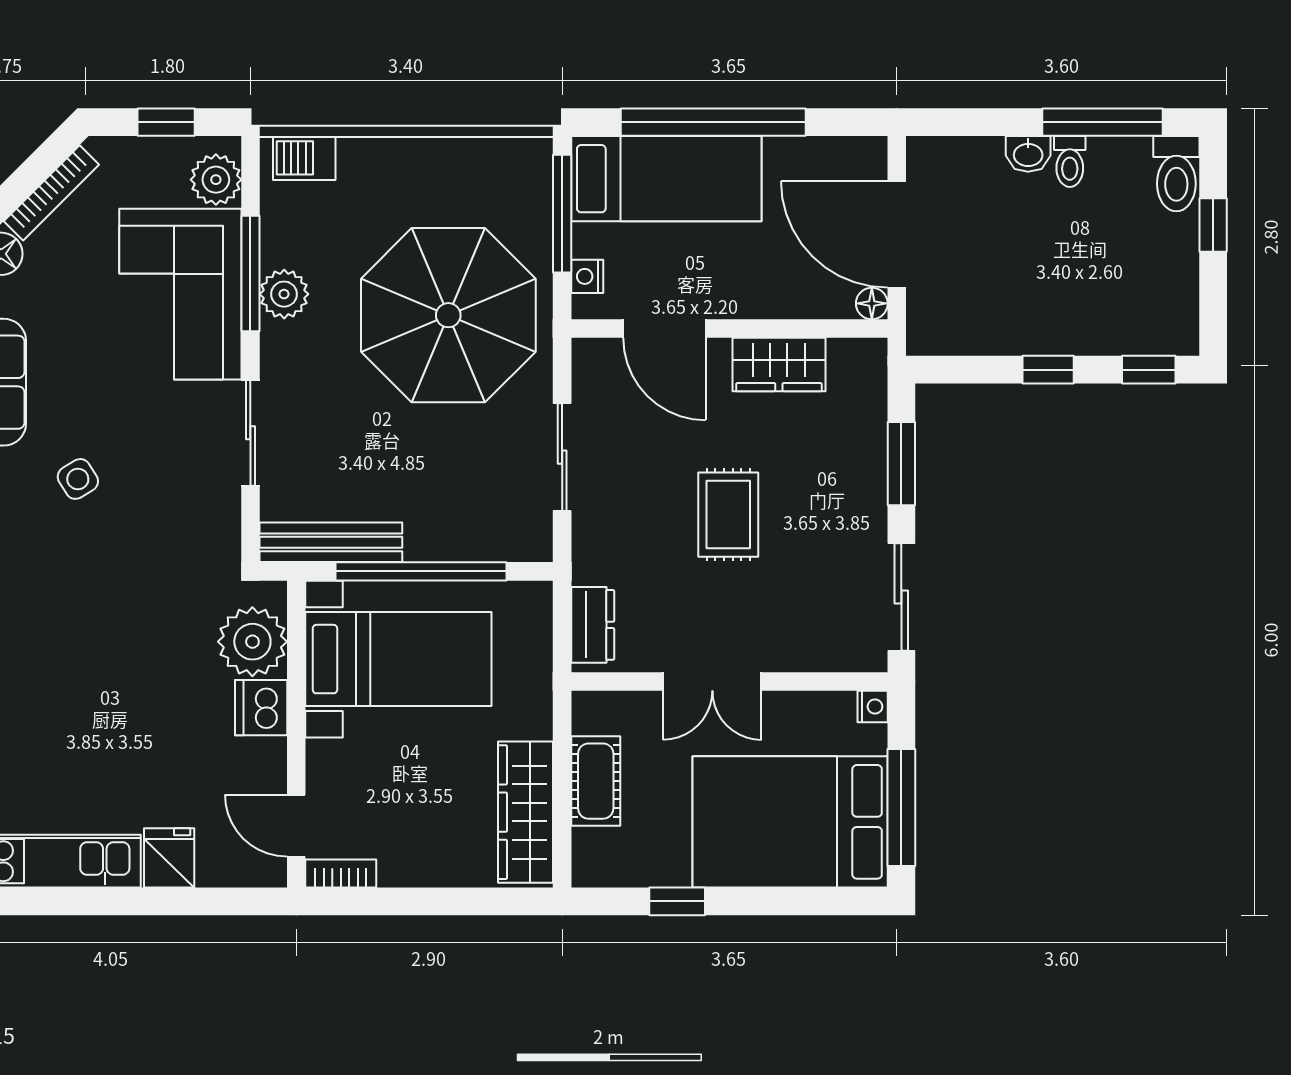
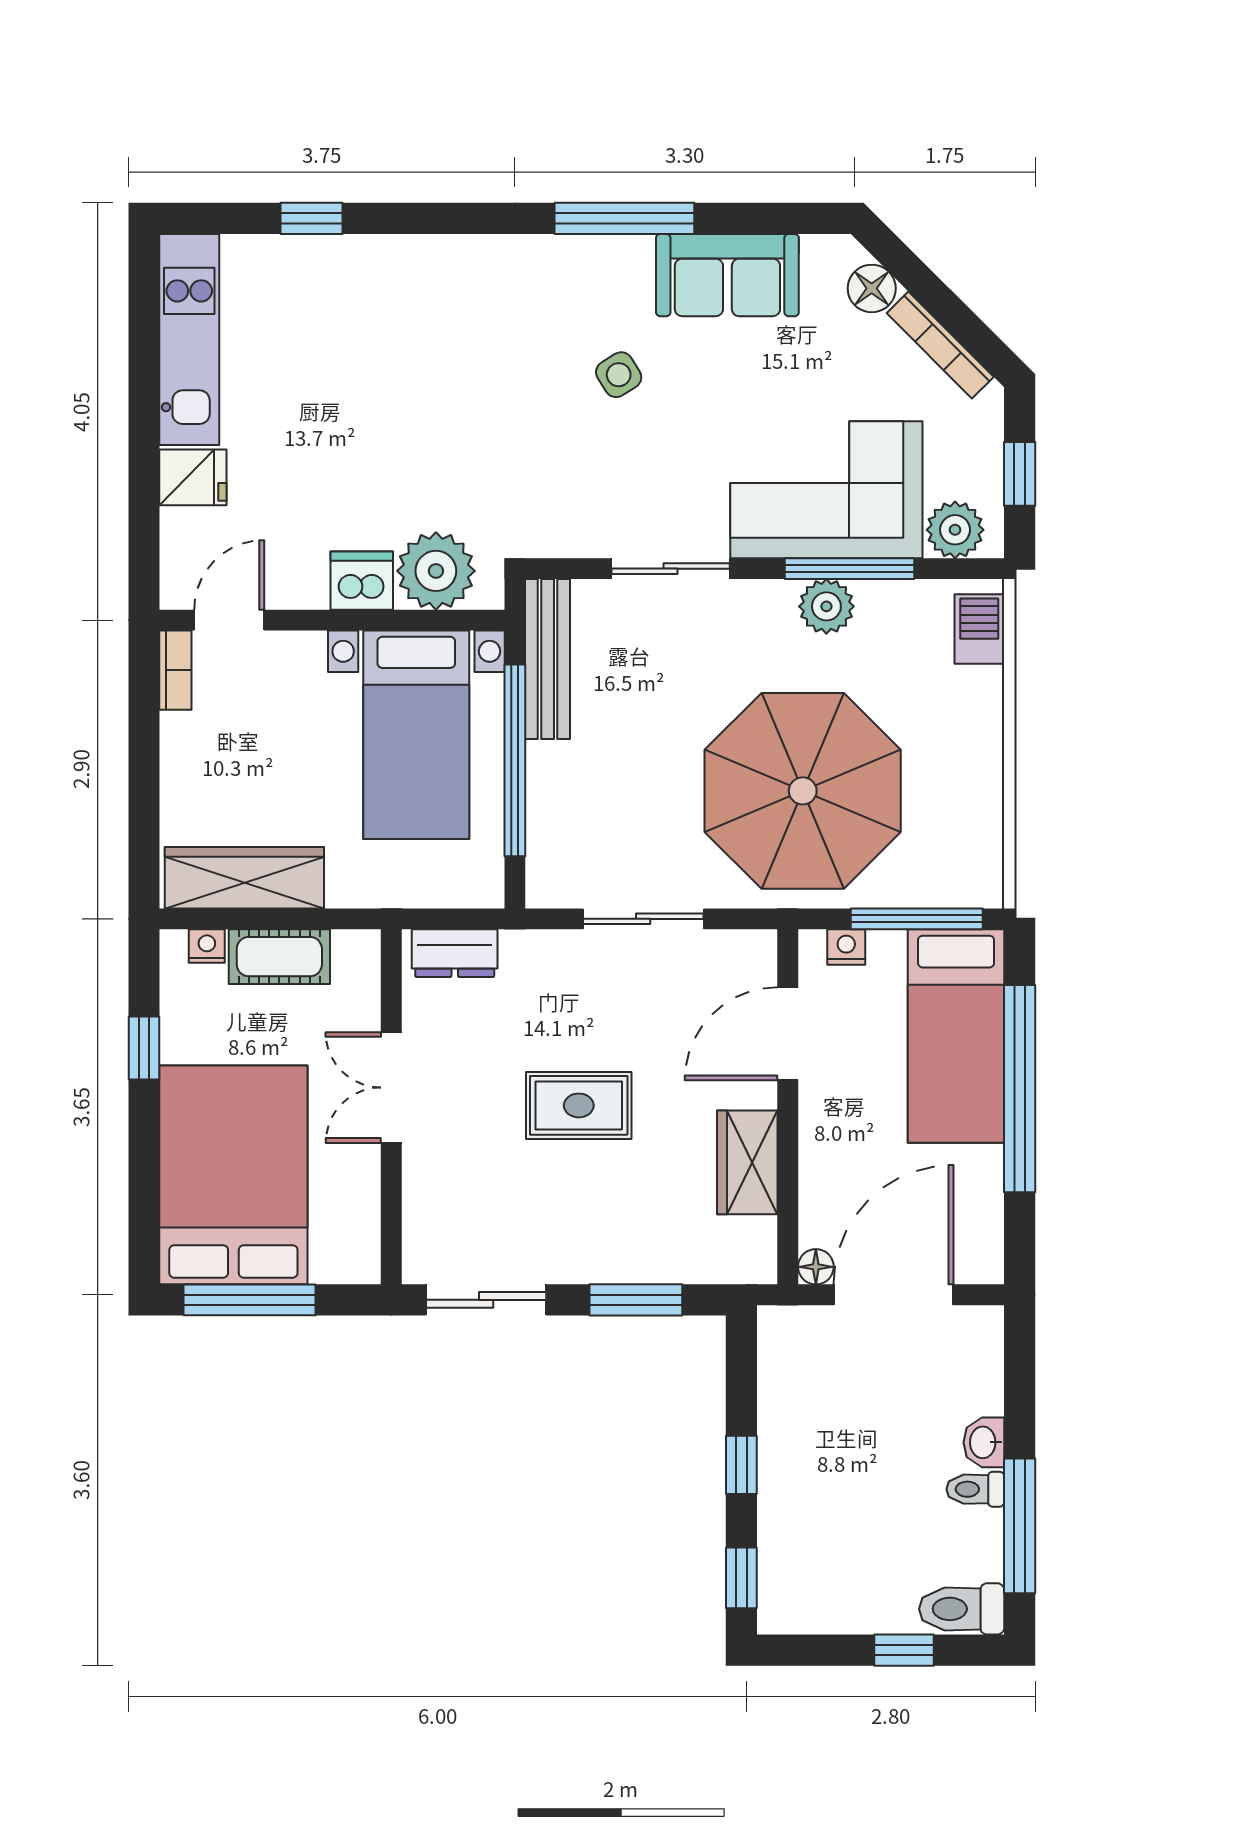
nightstand: (873, 707) -> (207, 946), moved, turned 180

